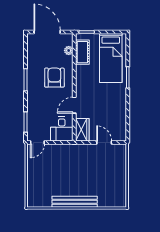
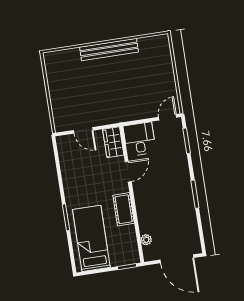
cot: (82, 52) -> (124, 209), moved
armchair: (54, 78) -> (159, 203), removed

